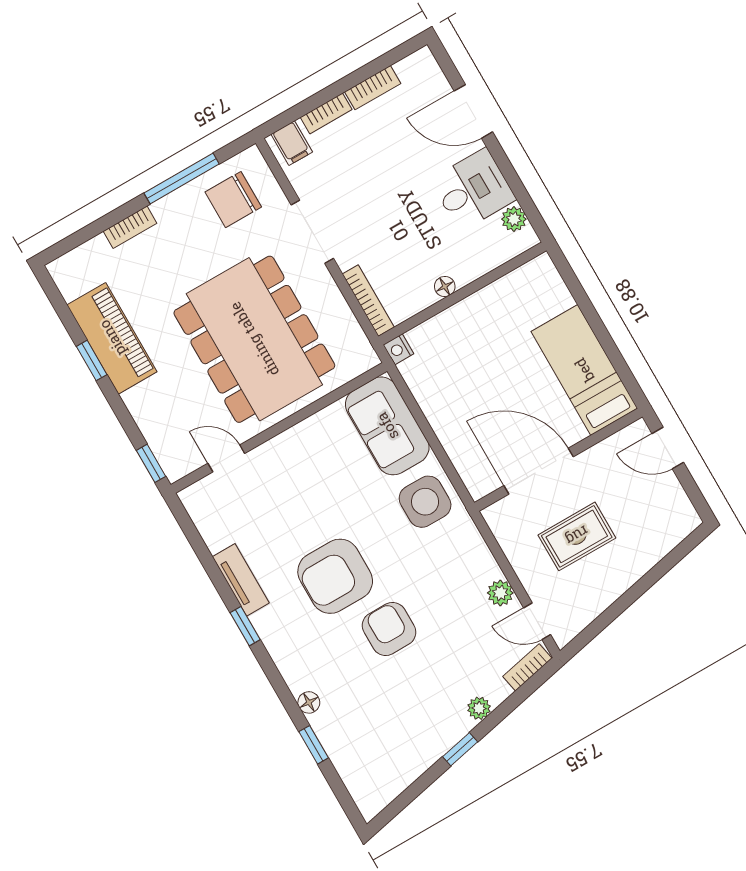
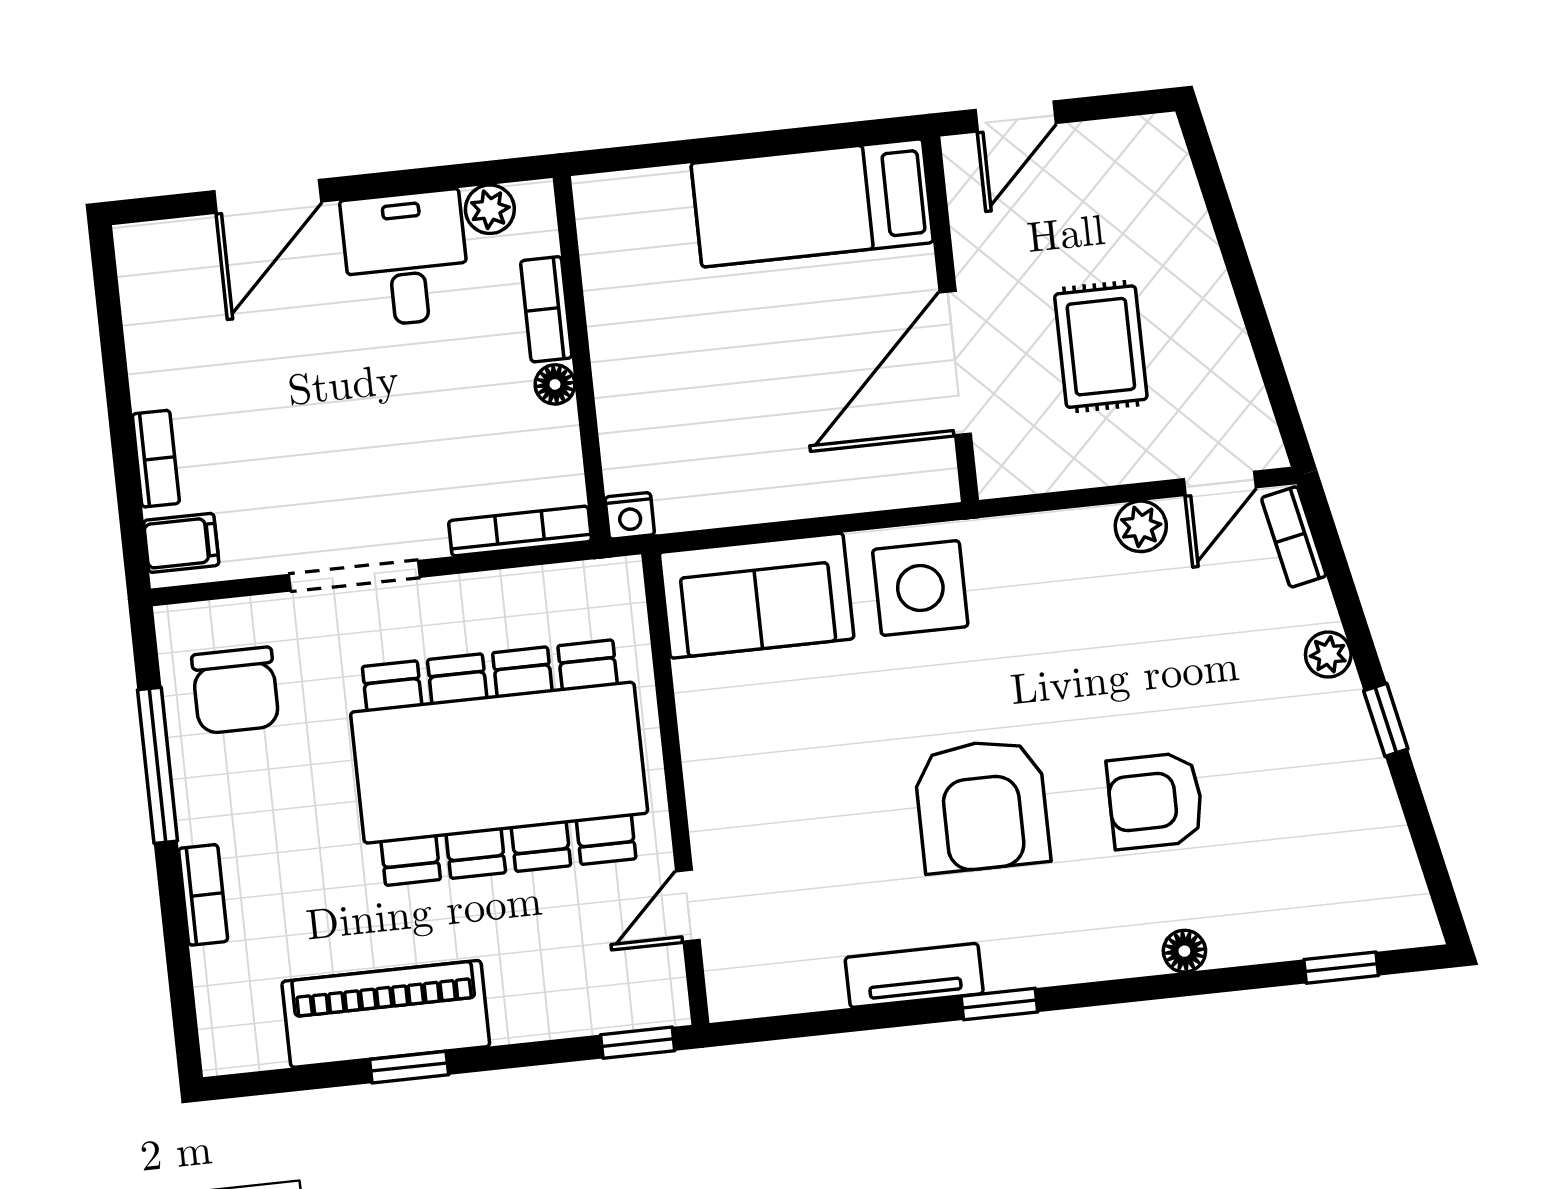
bookcase: (373, 88) -> (546, 309), moved, turned 180
armchair: (389, 629) -> (1155, 801), moved
window: (314, 745) -> (1341, 968), moved

